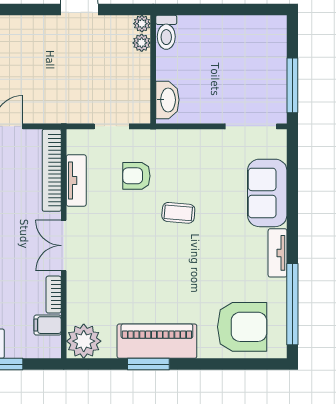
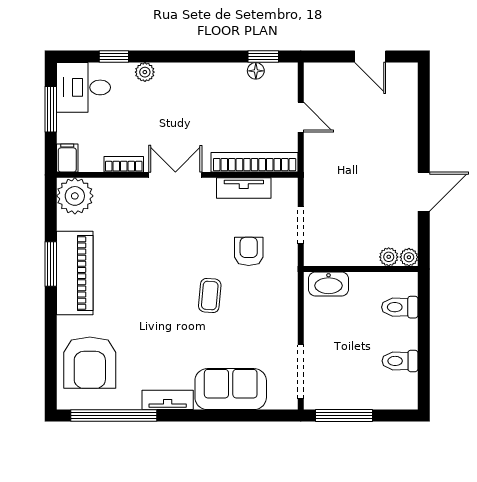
toilet: (166, 32) -> (400, 307), moved
toilet: (241, 32) -> (400, 361), added
filing cabinet: (48, 325) -> (67, 158), moved

